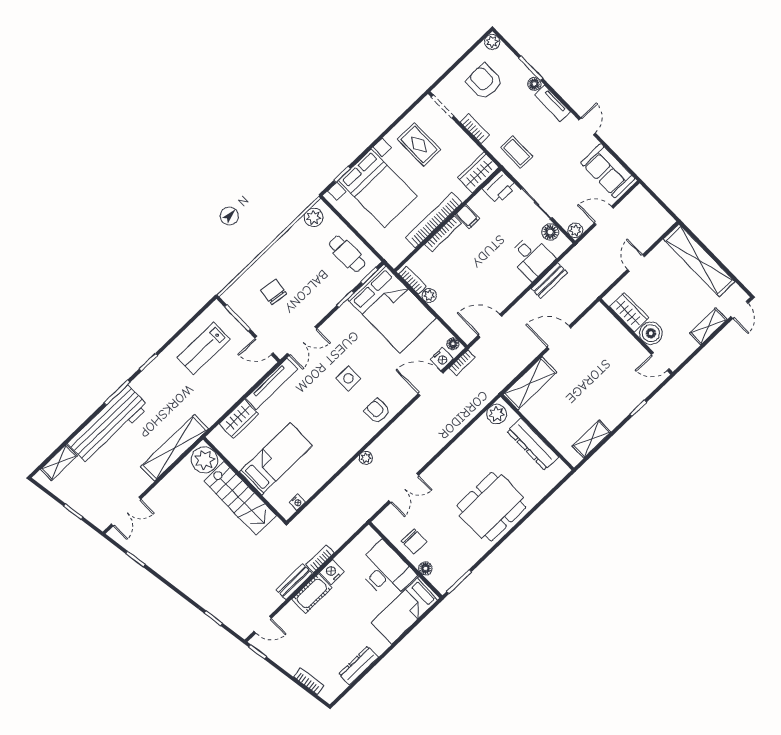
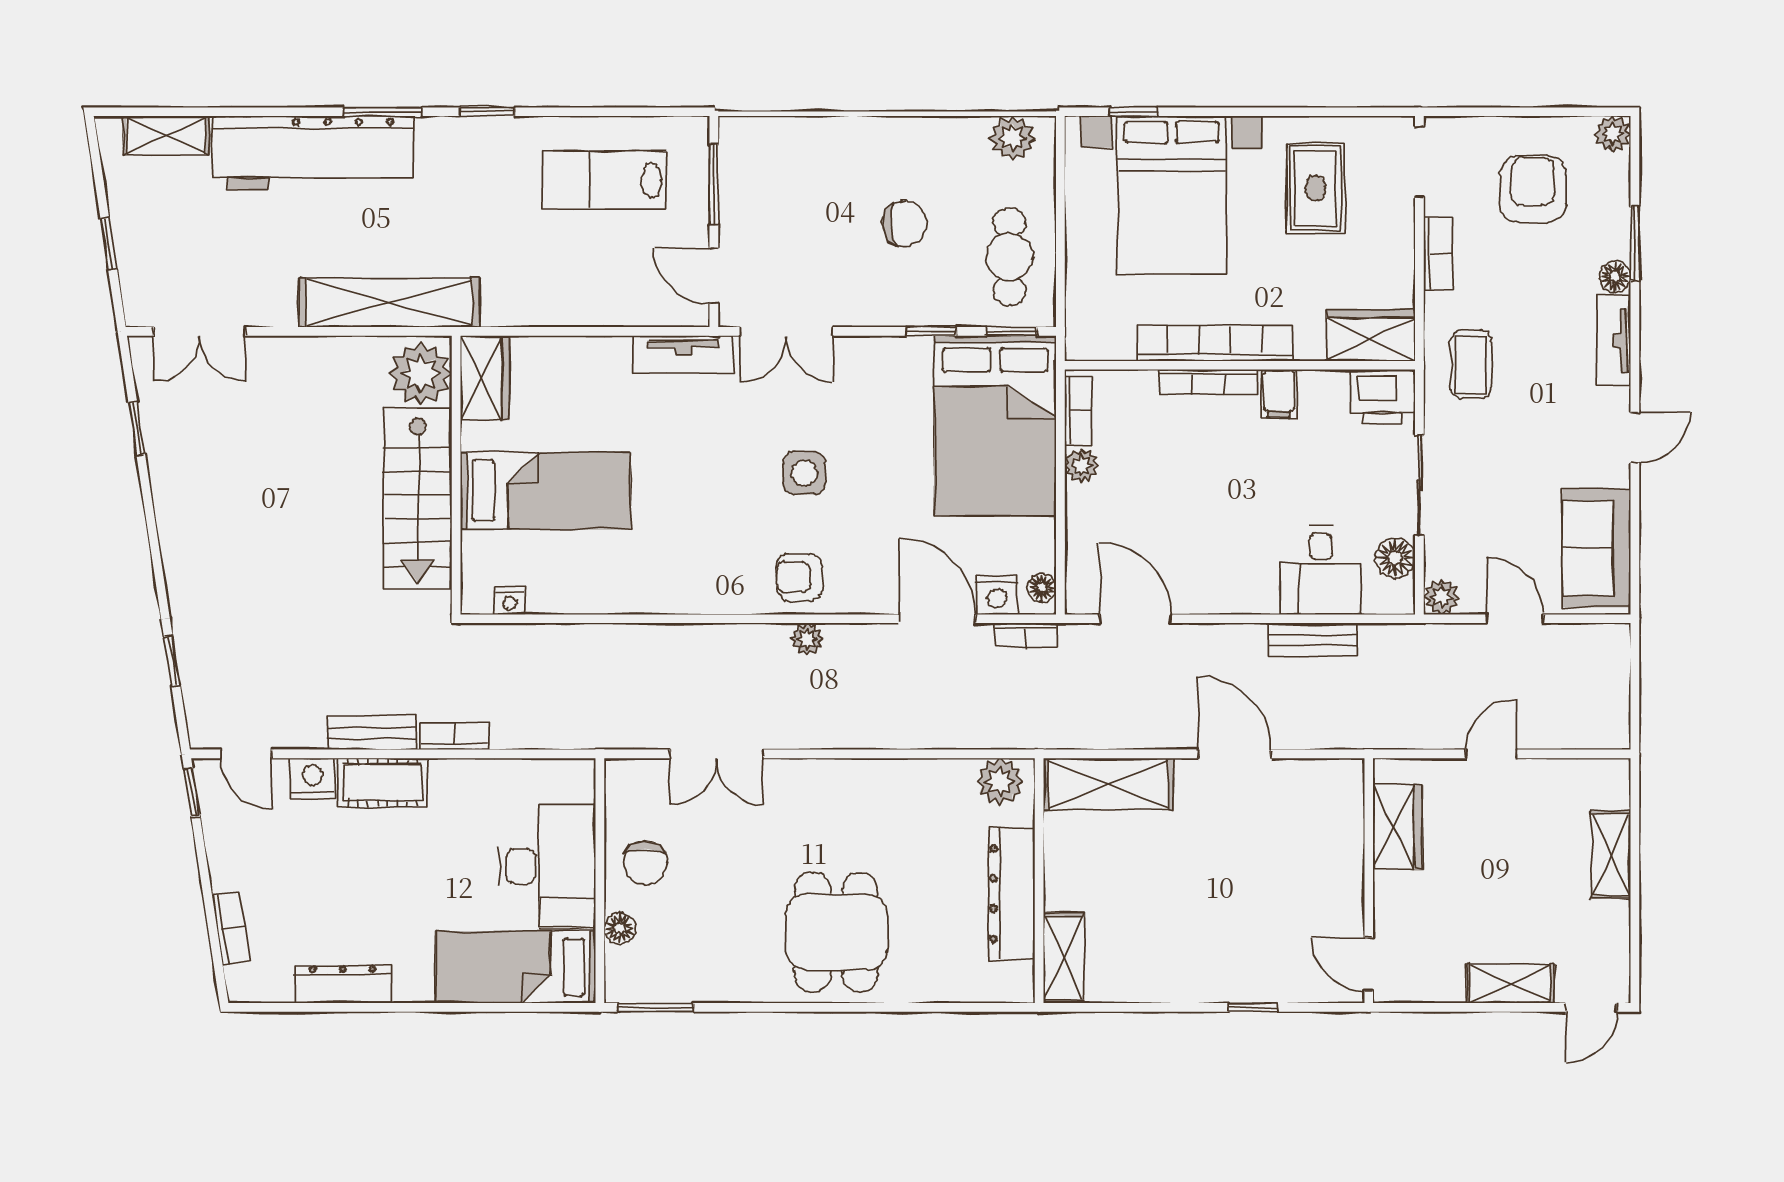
shelving: (699, 260) -> (1611, 855), width x0.45, depth x0.75
chair: (274, 292) -> (904, 224), moved, turned 76
boiler: (651, 333) -> (1400, 900), removed
tv unit: (272, 384) -> (683, 354), width x0.71
armchair: (377, 411) -> (799, 577), turned -90
wardrobe: (239, 419) -> (485, 378), moved, turned -90
shelving: (592, 439) -> (1064, 958), moved, turned 90
plant: (366, 458) -> (807, 639), moved
dining table: (491, 507) -> (836, 932), width x0.73
nightstand: (332, 572) -> (313, 779), moved

